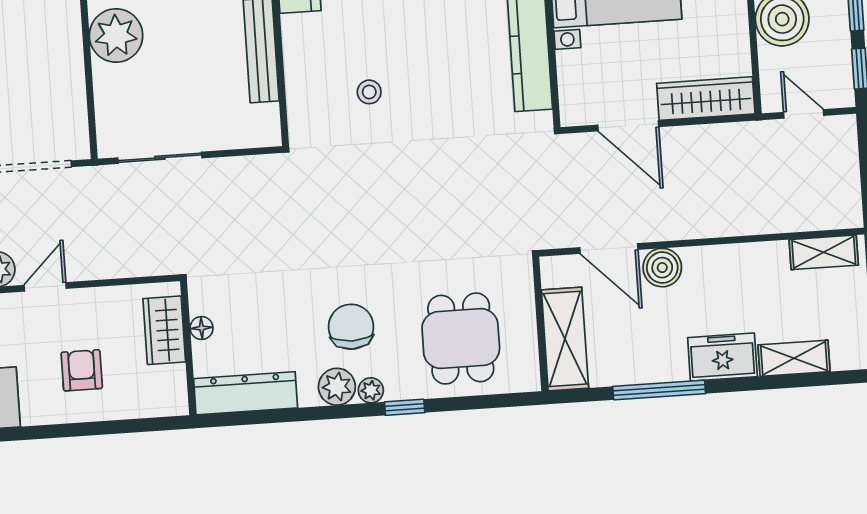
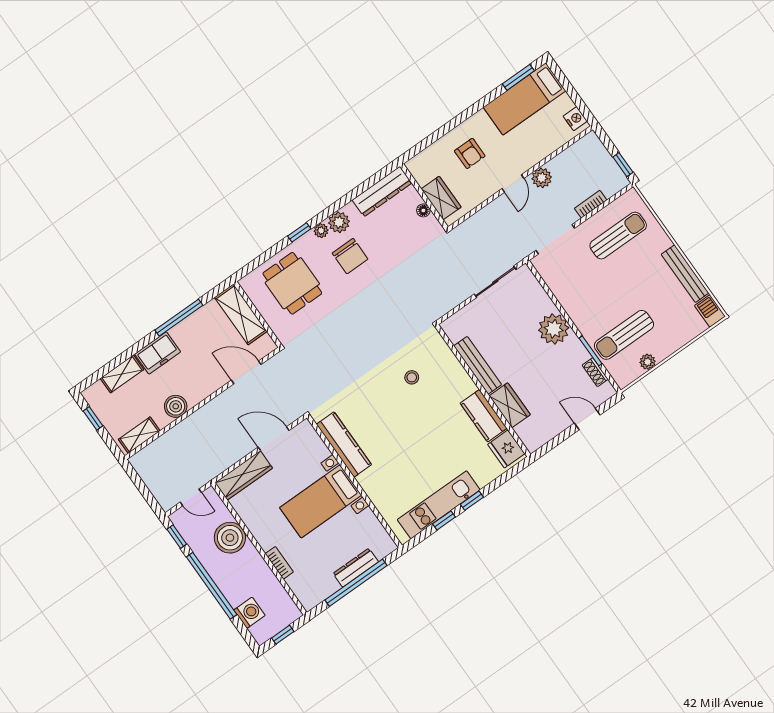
boiler: (662, 268) -> (176, 406), moved

